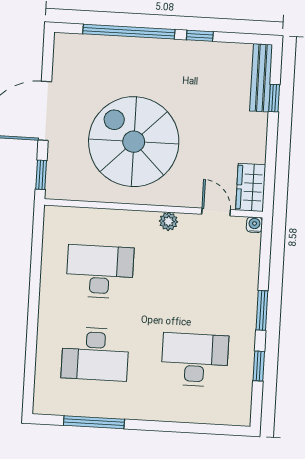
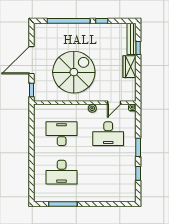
spiral stairs: (134, 142) -> (74, 72), turned 90
wardrobe: (251, 187) -> (130, 67), moved
door: (216, 212) -> (114, 103), swing flipped
desk: (195, 360) -> (108, 134), moved, turned 180

